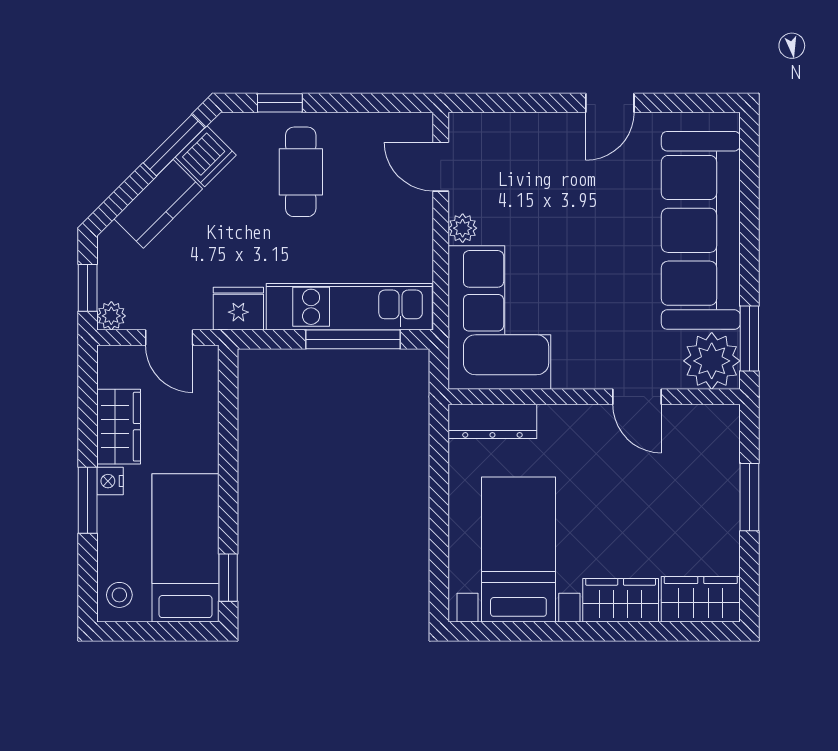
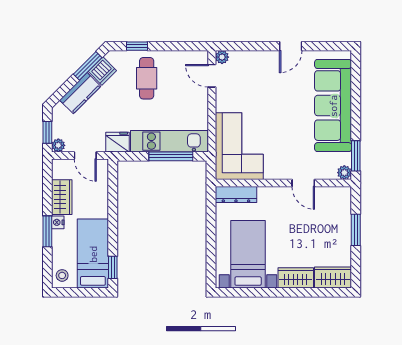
plant: (463, 228) -> (222, 57), moved
plant: (712, 361) -> (344, 173), width x0.53, depth x0.53

